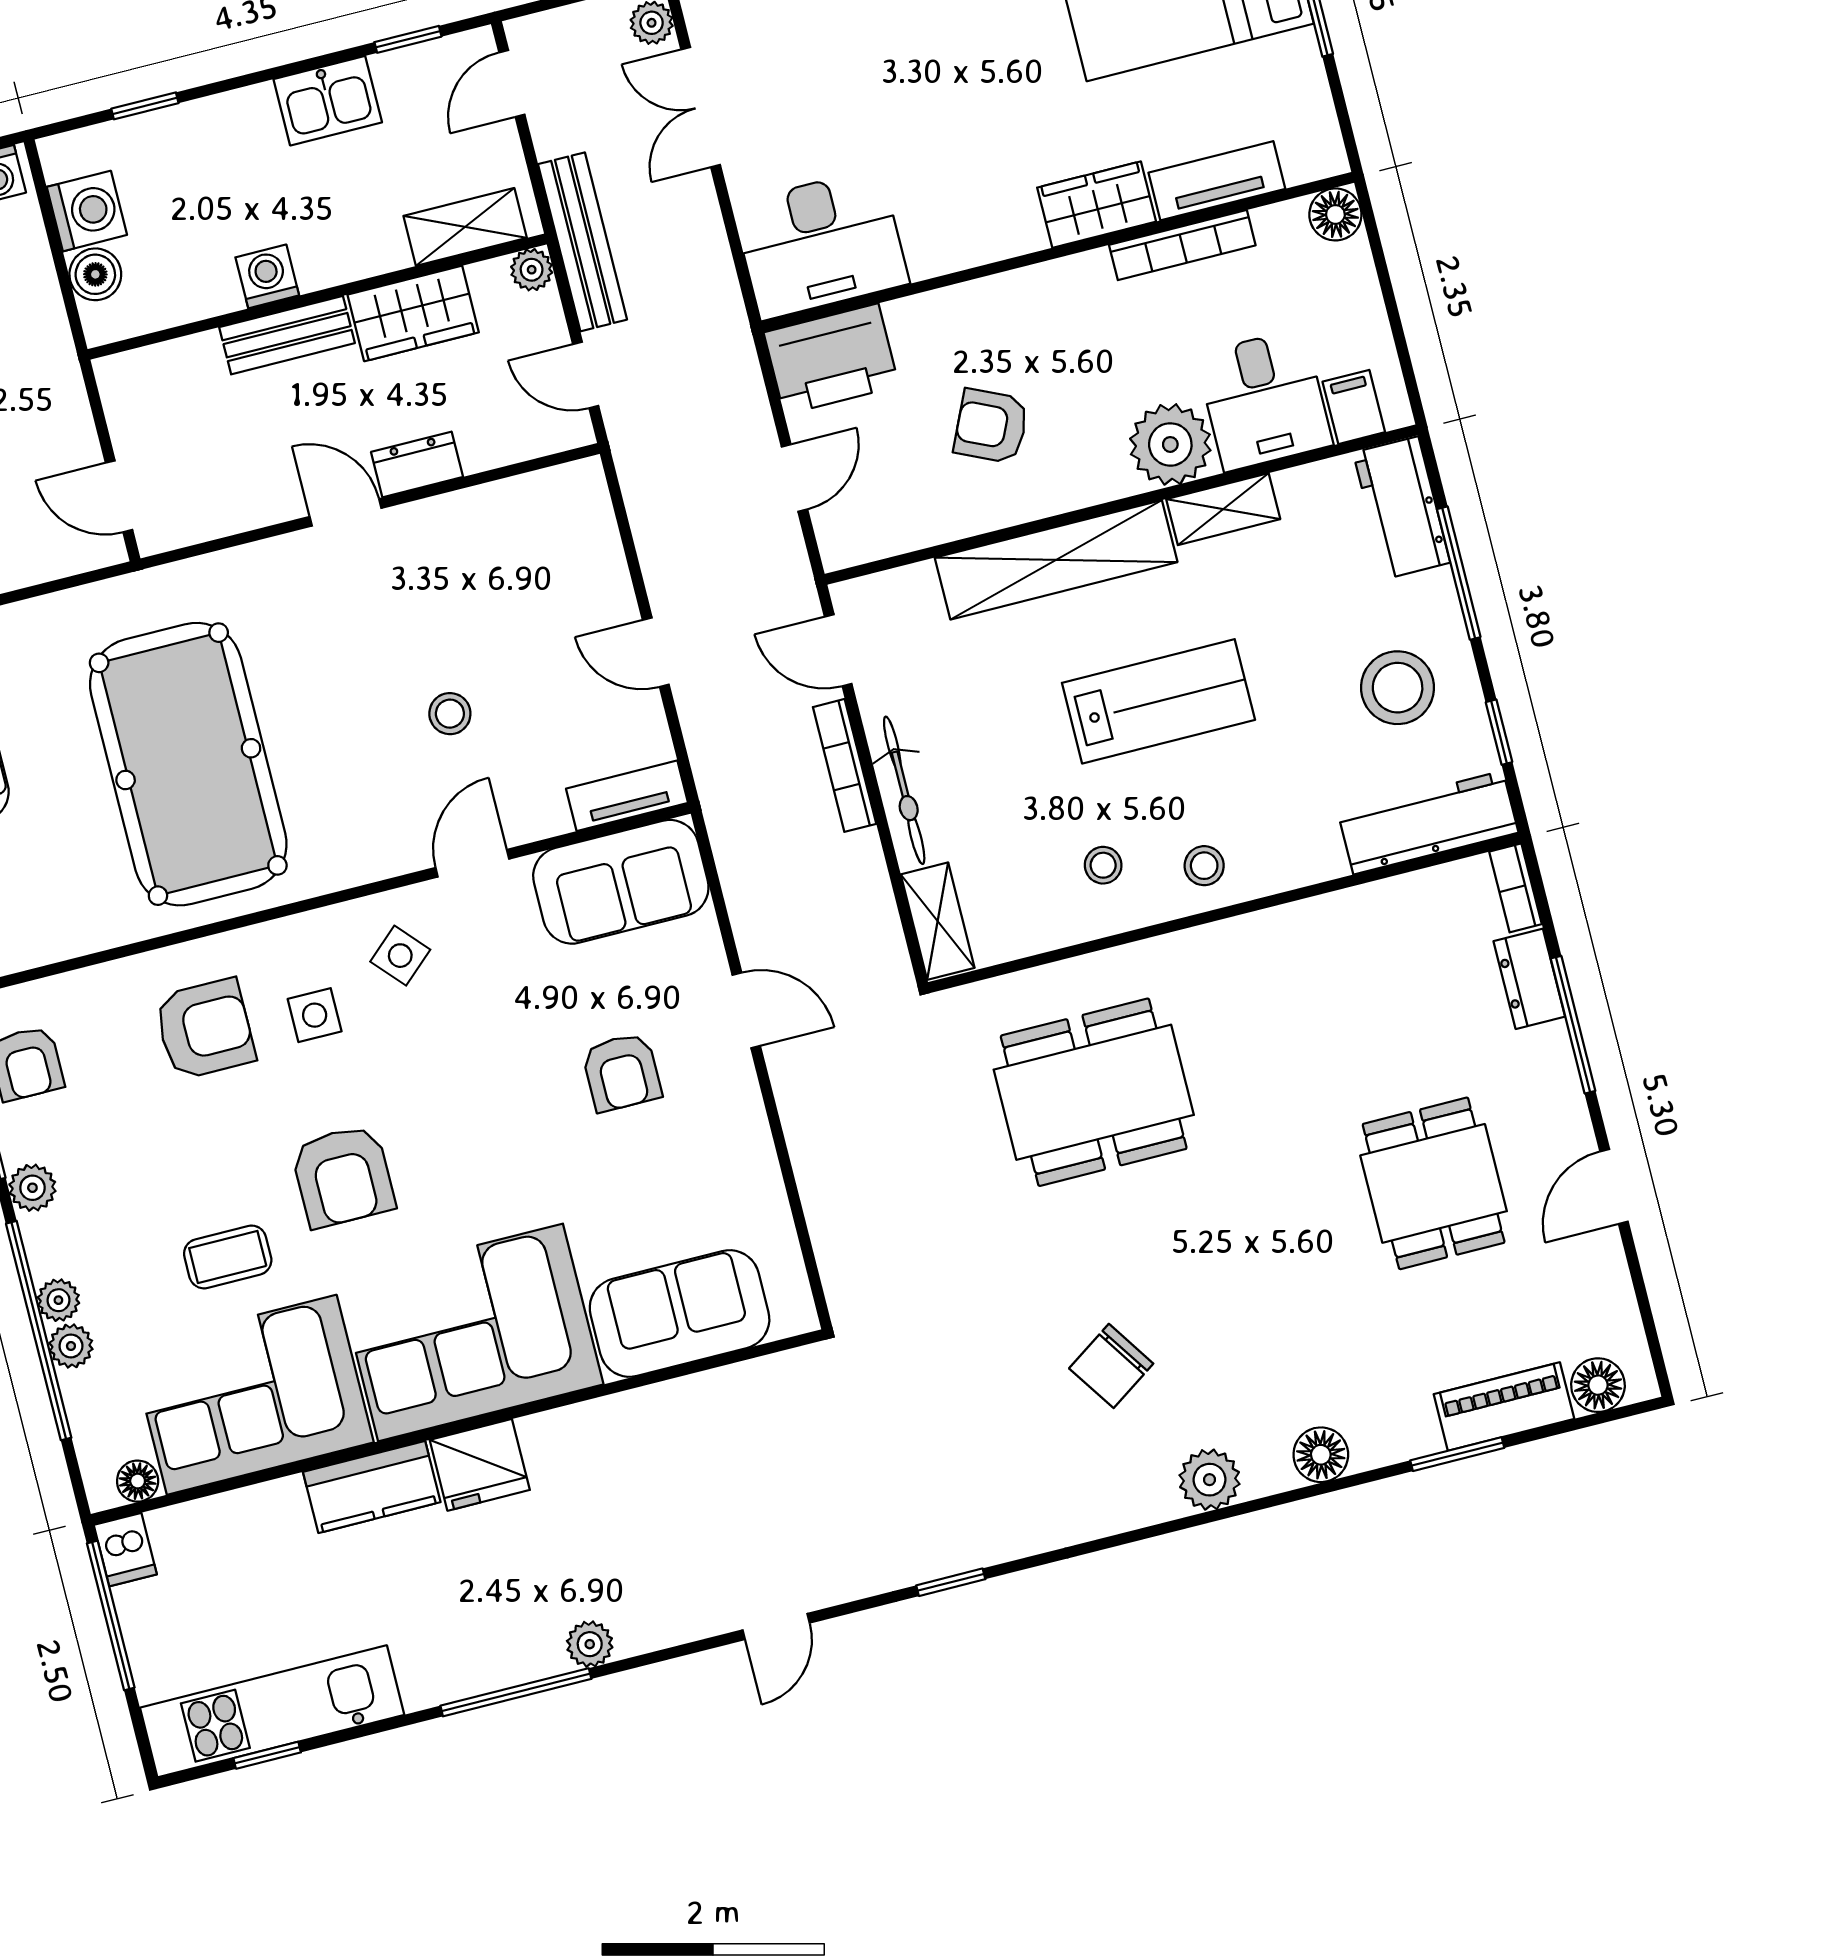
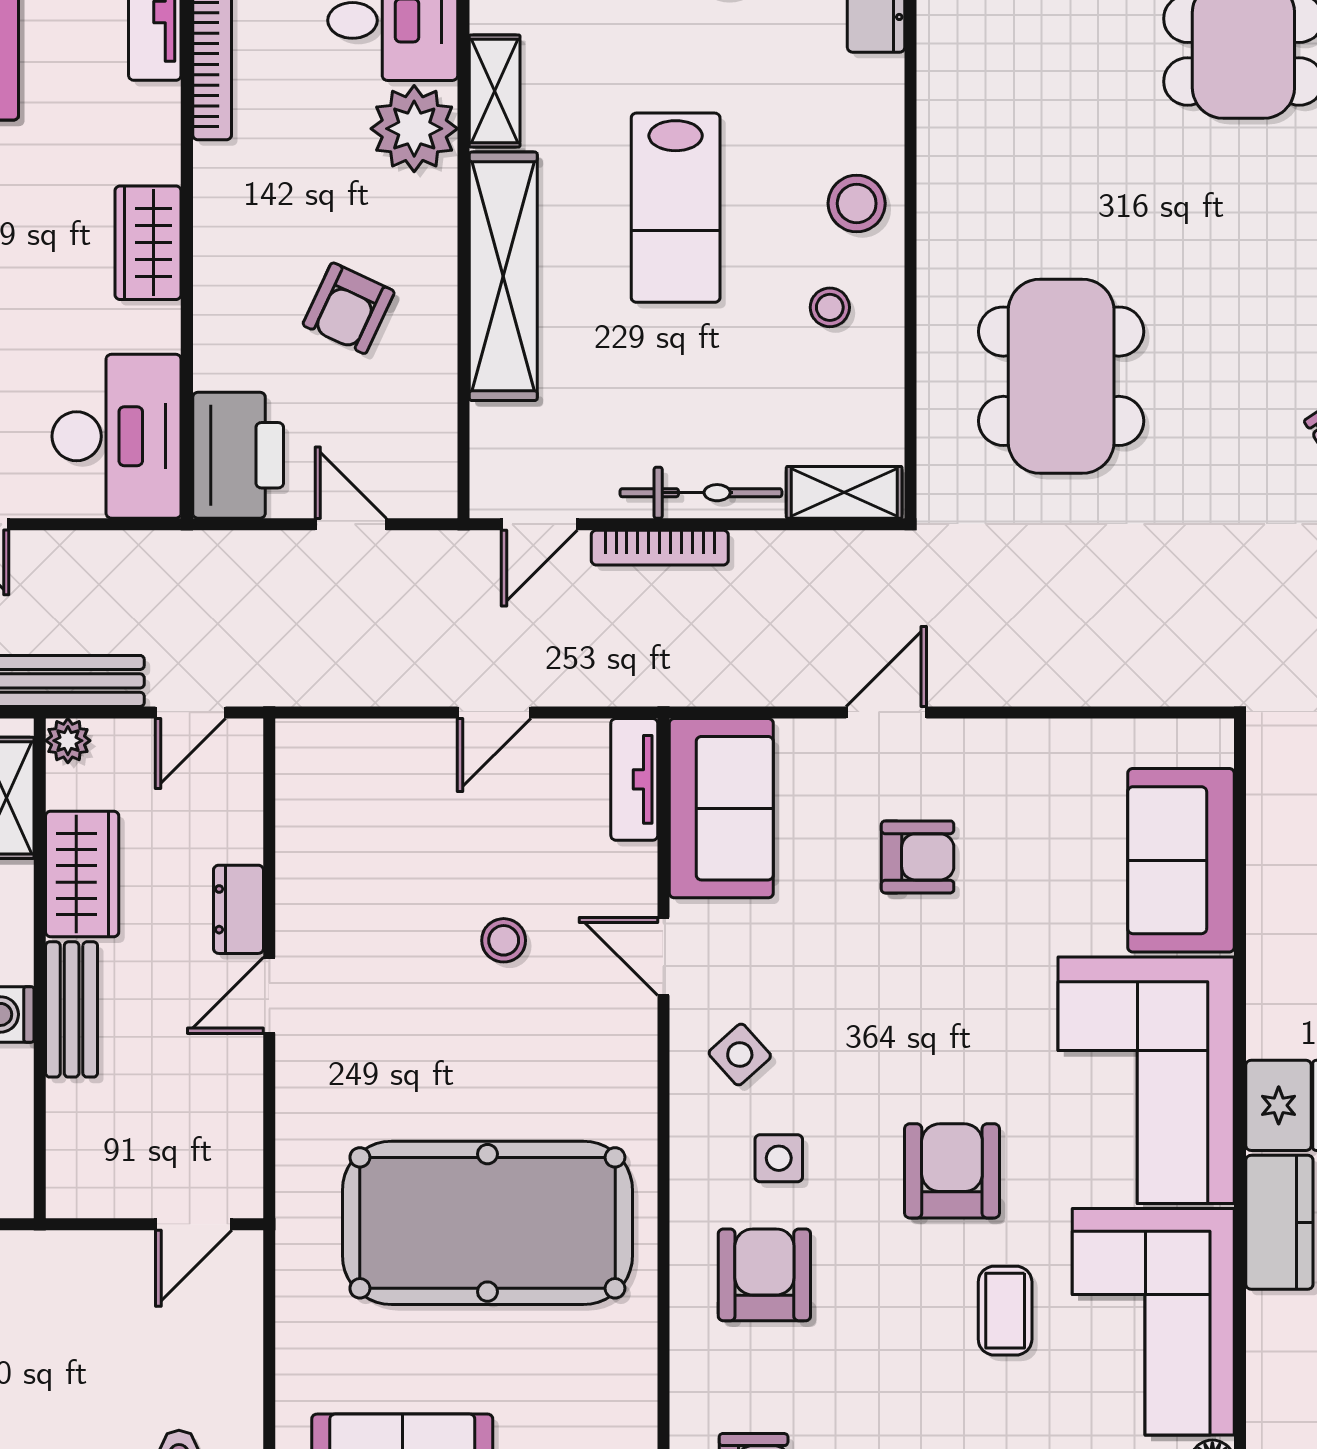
wardrobe: (1097, 205) -> (148, 243), moved
lab bench: (1158, 701) -> (676, 208), turned 180
stool: (1204, 866) -> (857, 203), width x1.37, depth x1.37
armchair: (343, 1176) -> (952, 1171), turned -90

